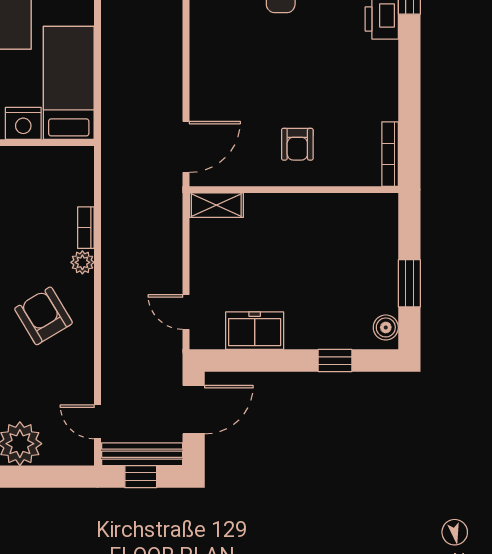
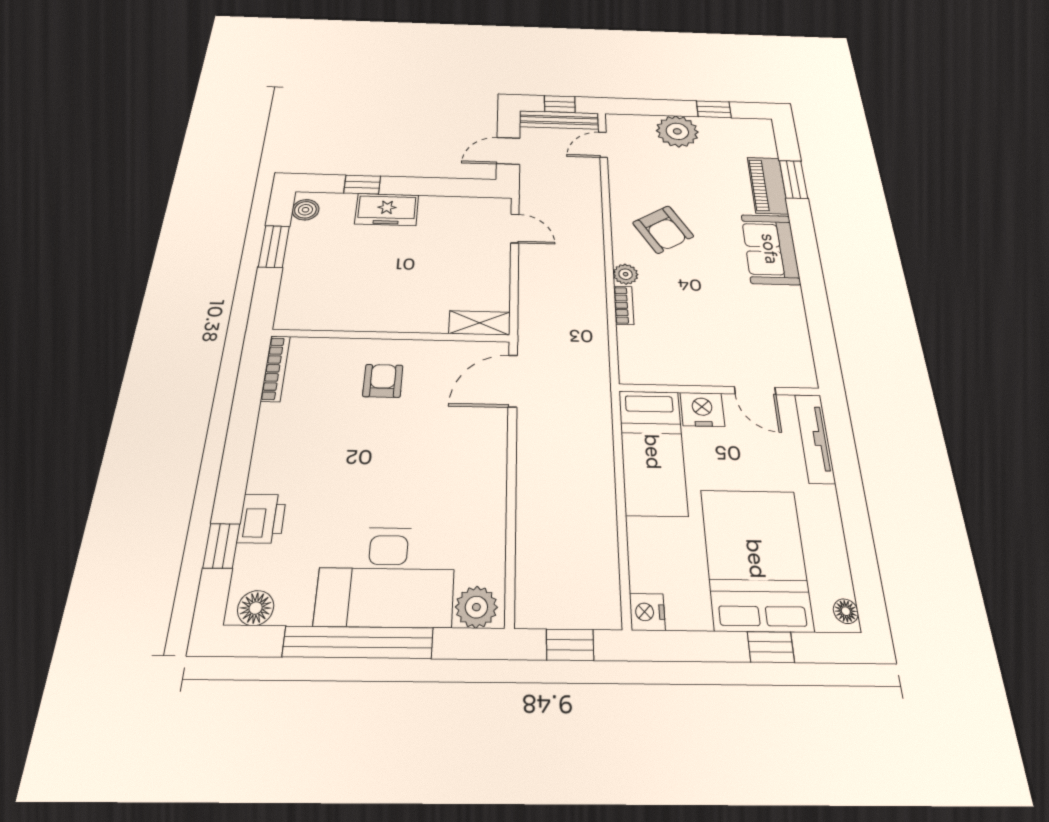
freezer: (255, 331) -> (387, 209), moved
door: (194, 410) -> (508, 151), width x0.73
door: (97, 422) -> (603, 145), swing flipped

